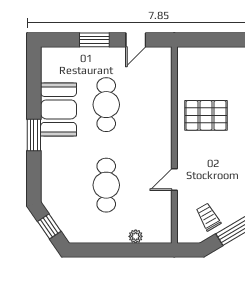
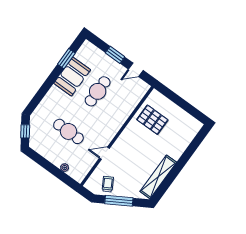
pallet: (206, 115) -> (152, 120), moved
window: (34, 135) -> (66, 59), moved
cafe table: (106, 185) -> (68, 131), turned 90

